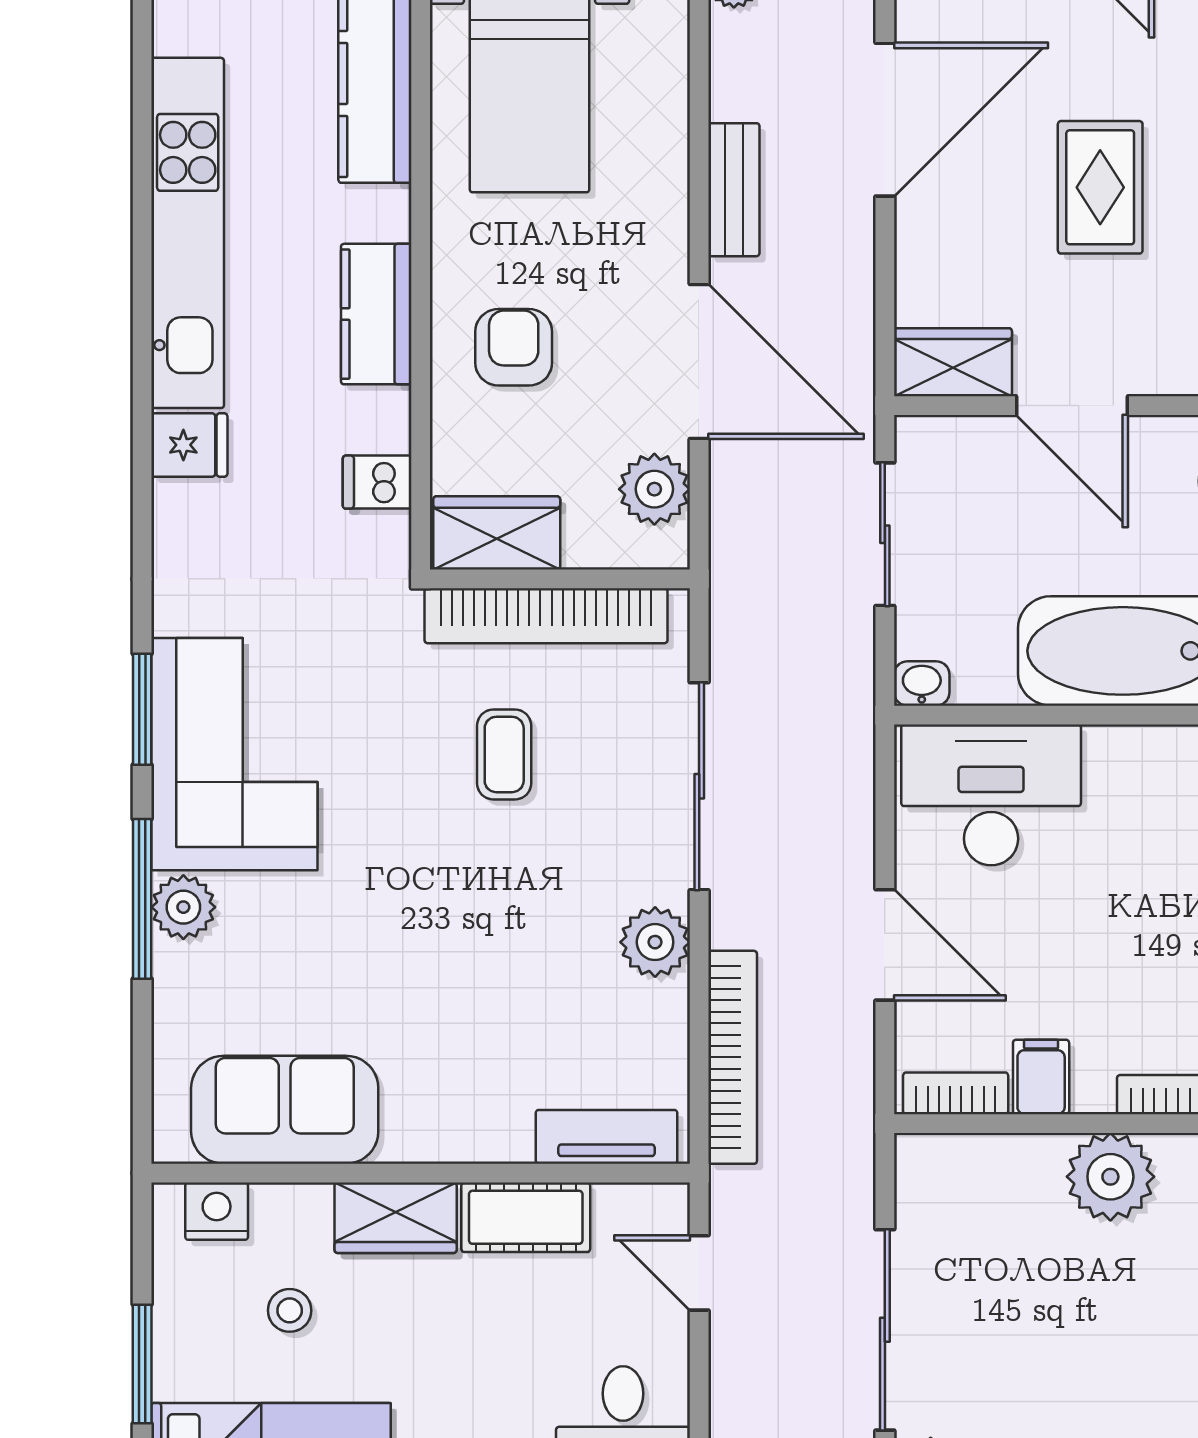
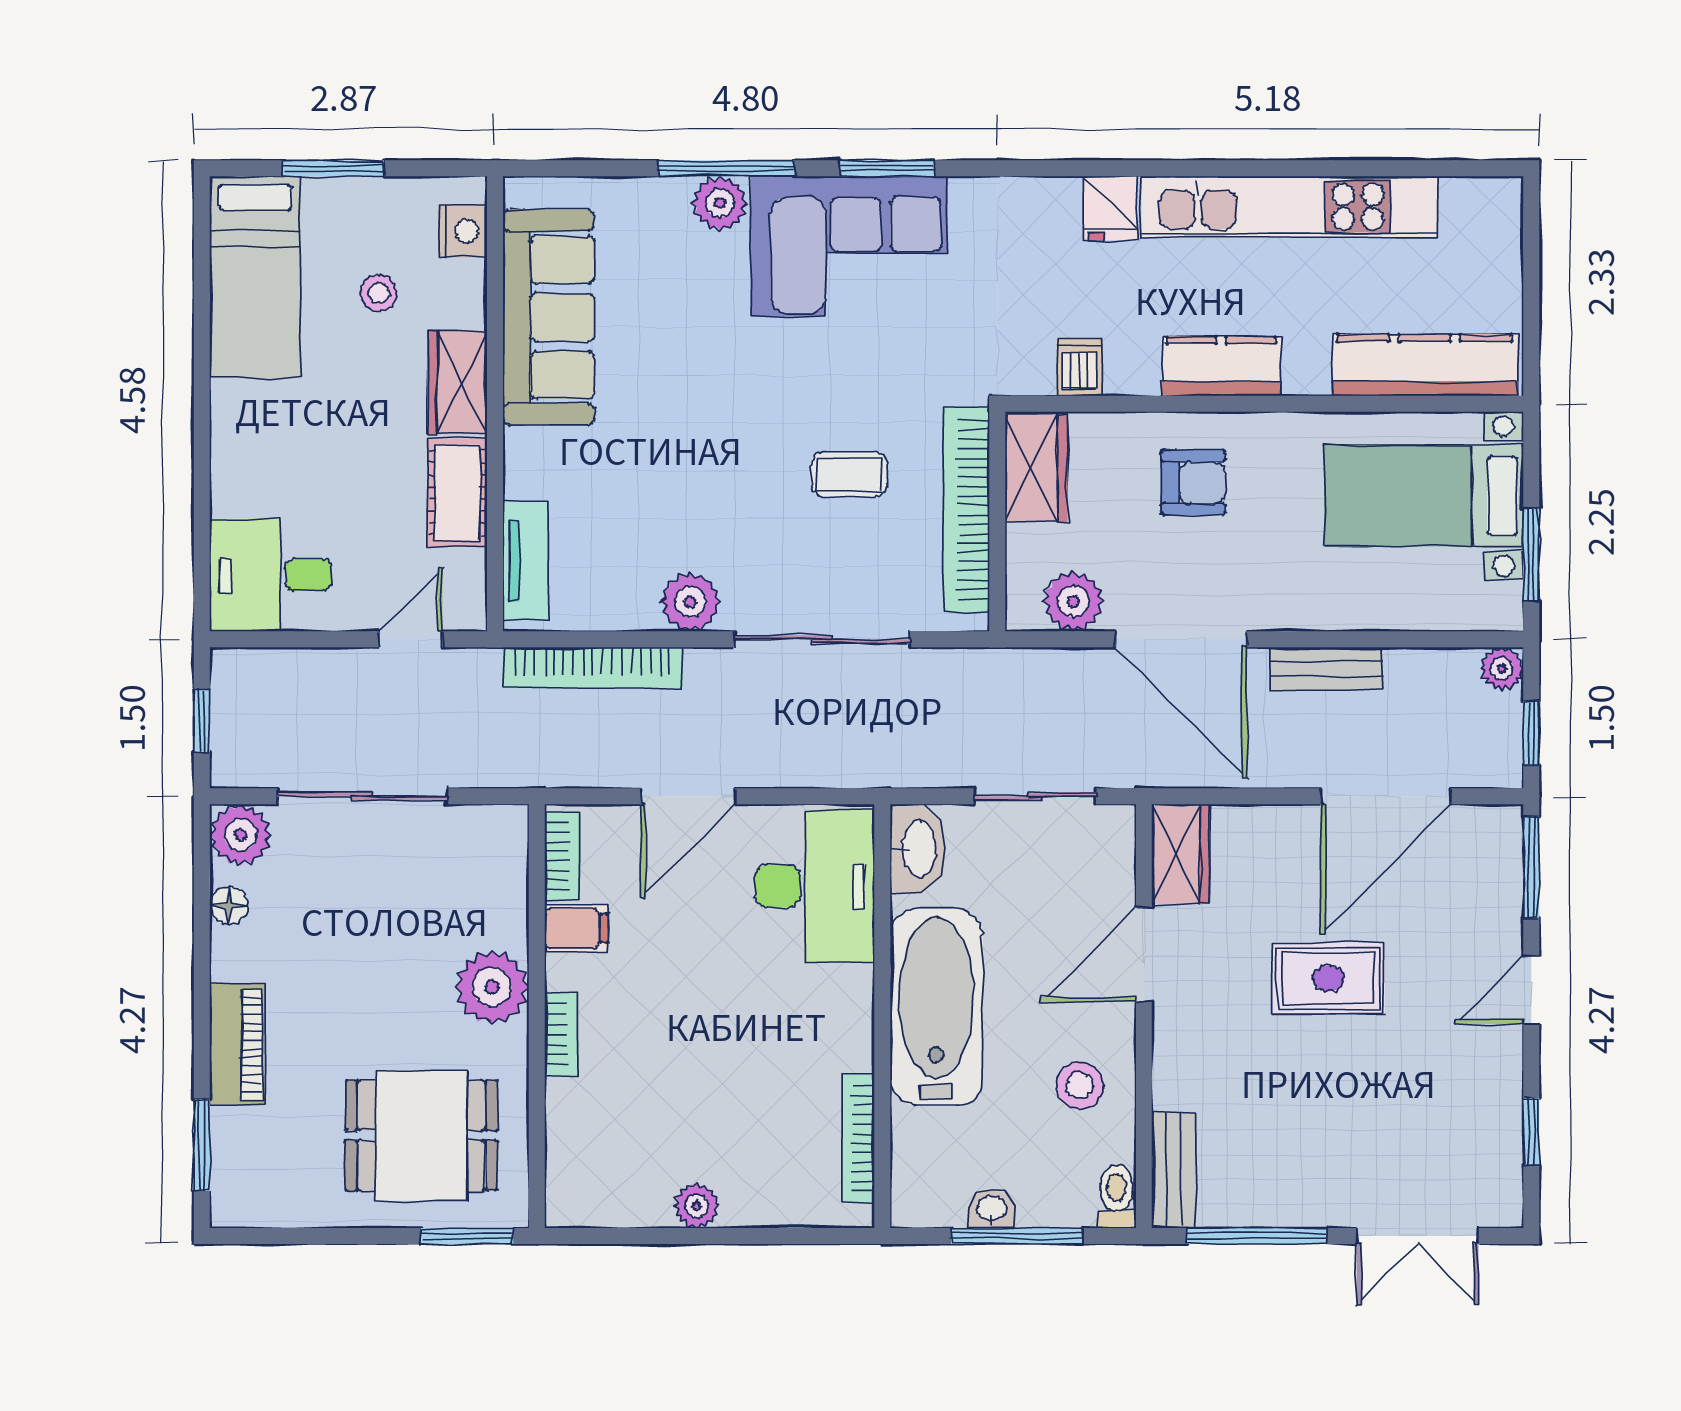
door: (885, 120) -> (1386, 796), hinge flipped
door: (699, 362) -> (1181, 639), hinge flipped
washbasin: (922, 683) -> (917, 849), width x1.91, depth x1.45
sofa: (285, 1110) -> (548, 317), width x1.36

